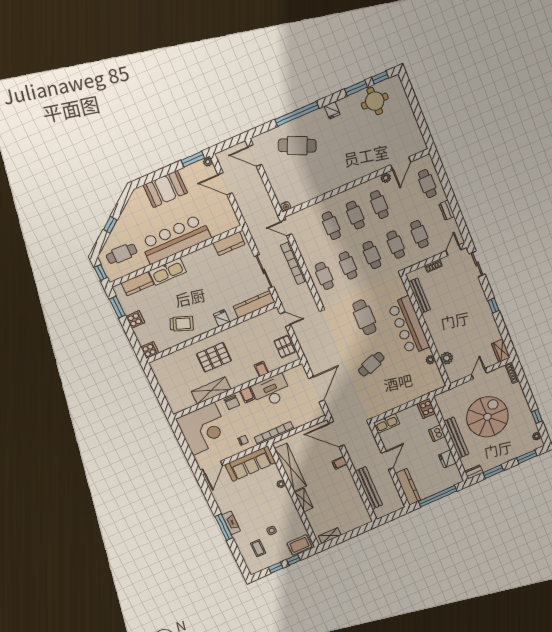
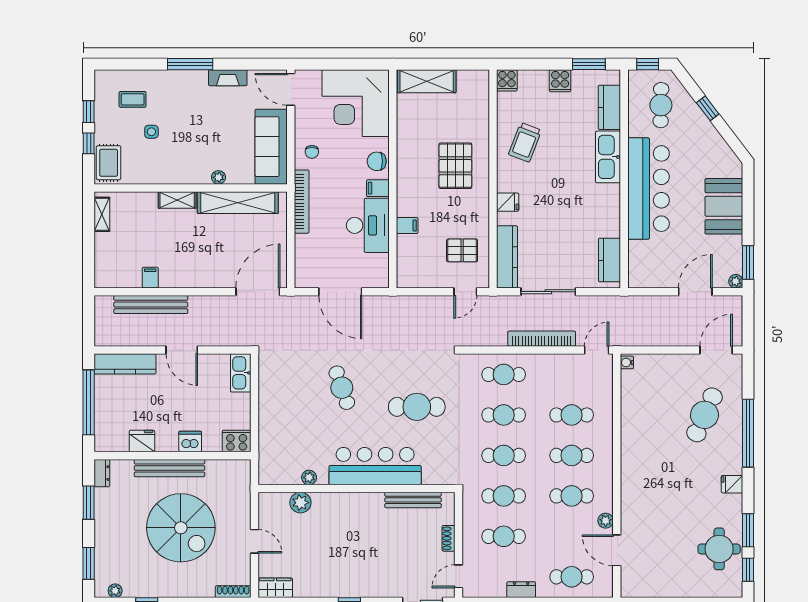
door: (453, 250) -> (458, 576), swing flipped
pallet: (285, 347) -> (462, 250), moved
shelving: (211, 390) -> (427, 81), moved, turned 90
filing cabinet: (340, 463) -> (150, 278), moved
fireplace: (231, 523) -> (228, 78), moved

